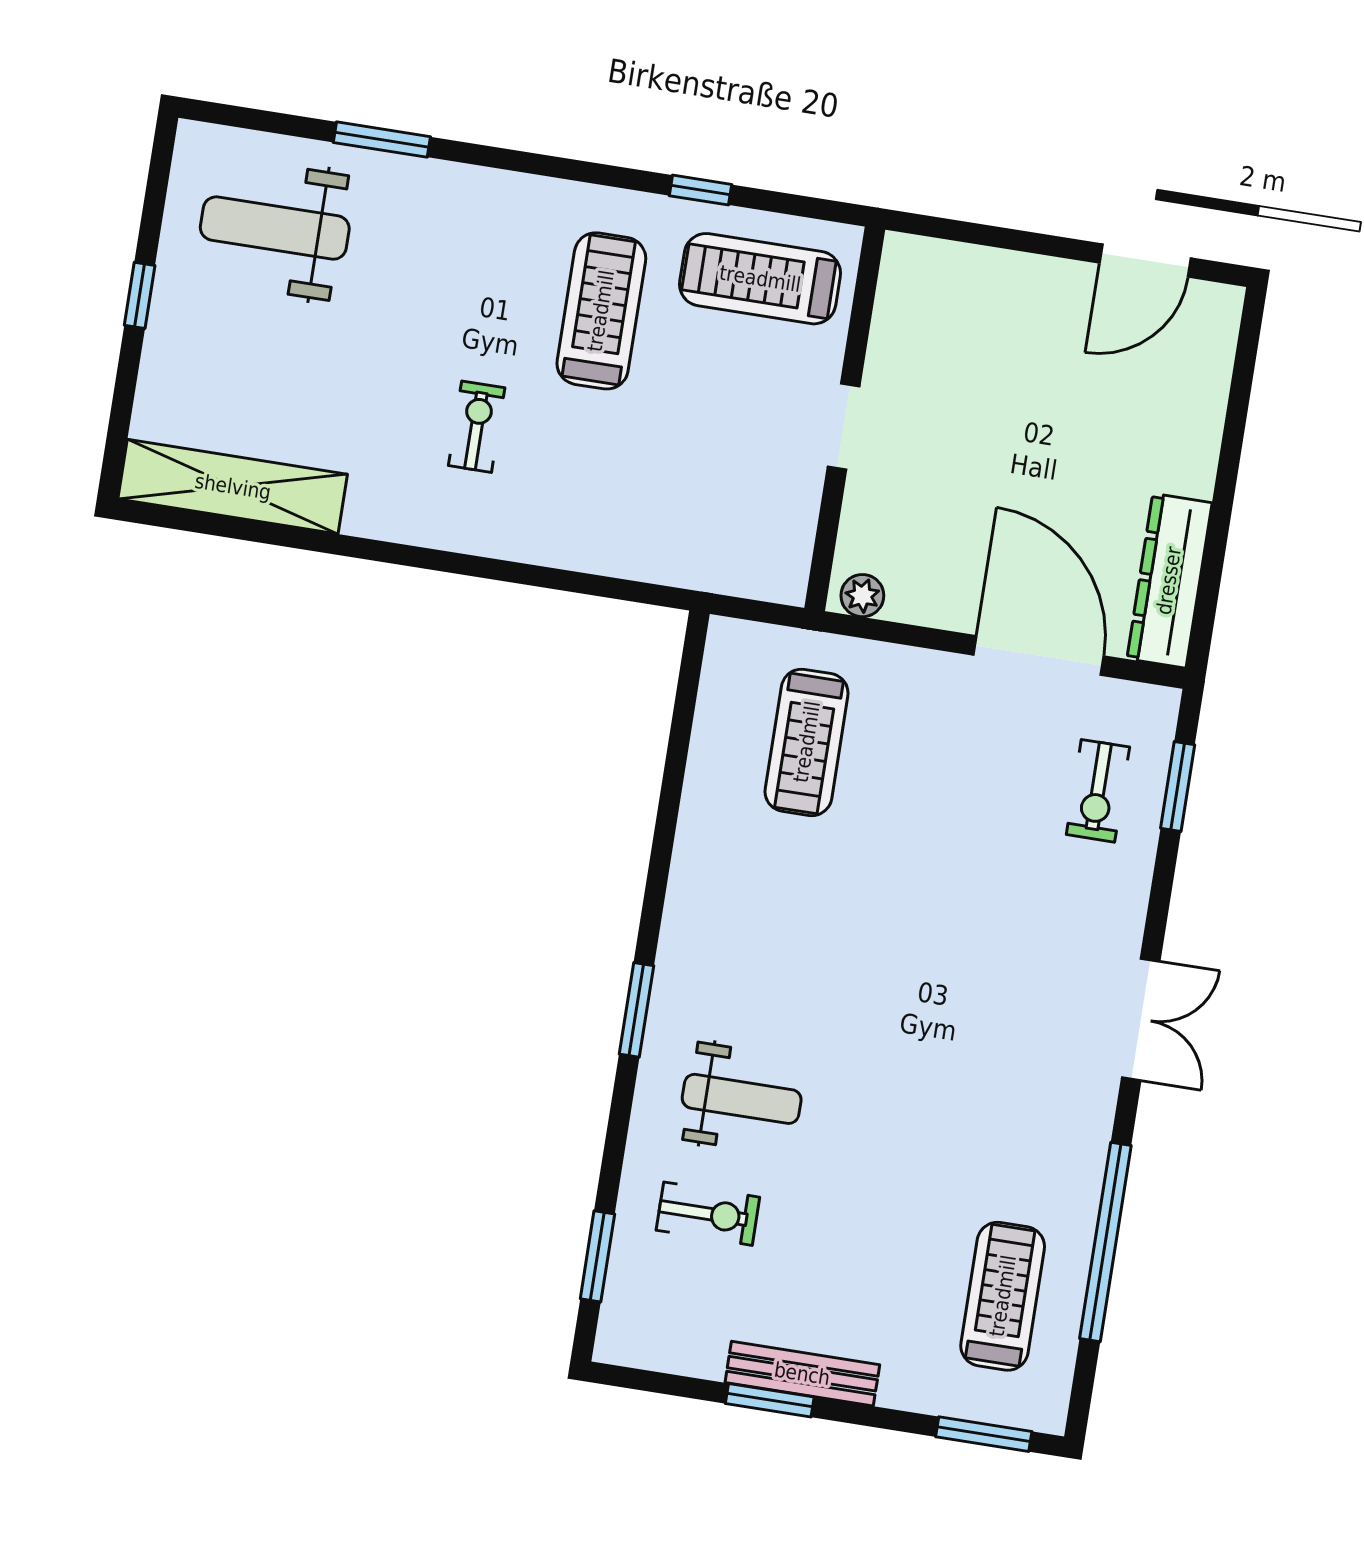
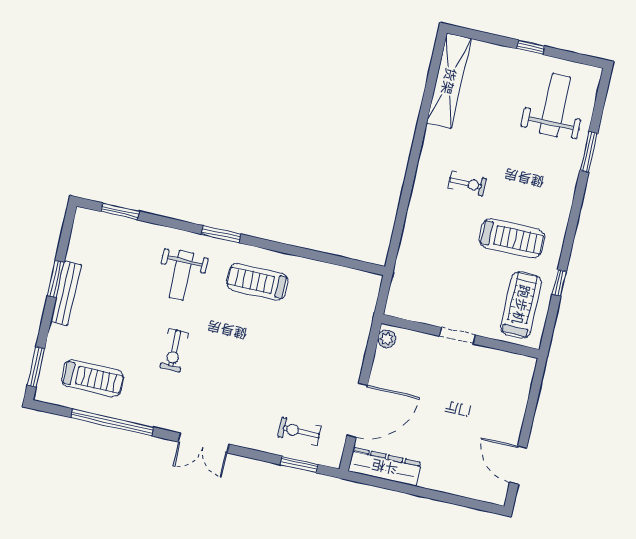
treadmill: (807, 742) -> (257, 282), moved
exercise bike: (708, 1214) -> (174, 350), moved

